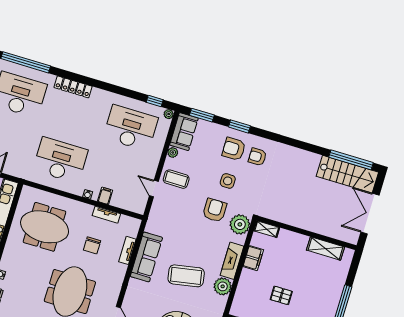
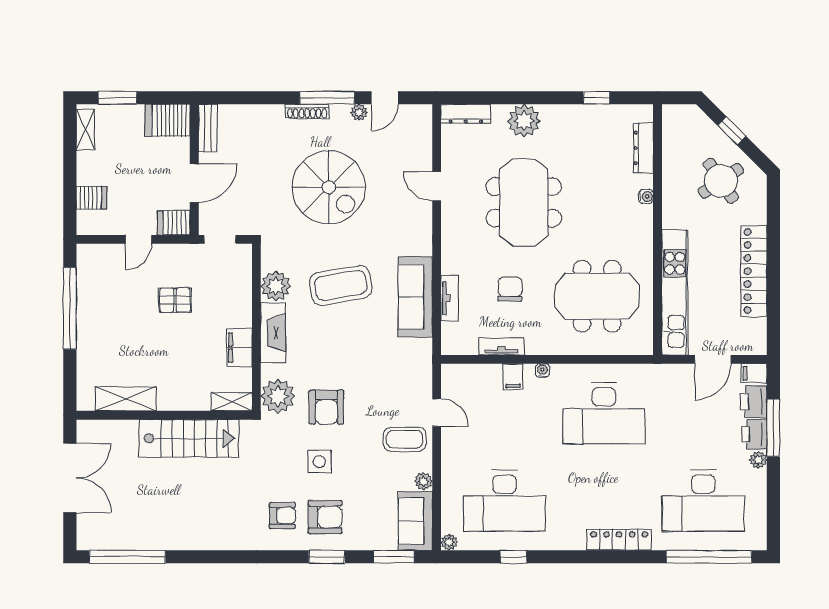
window: (155, 101) -> (514, 557), moved
stairs: (347, 174) -> (189, 438), moved, turned 180

